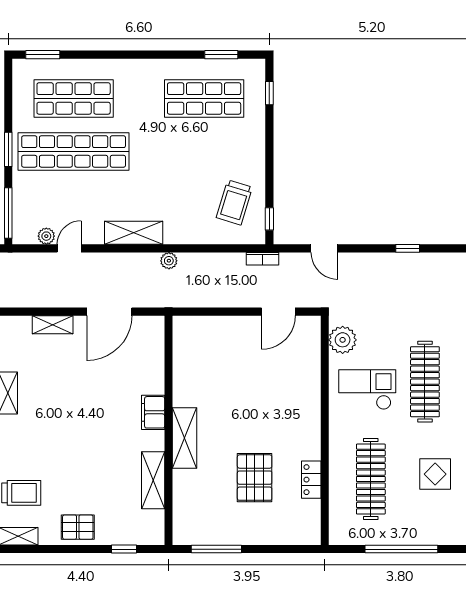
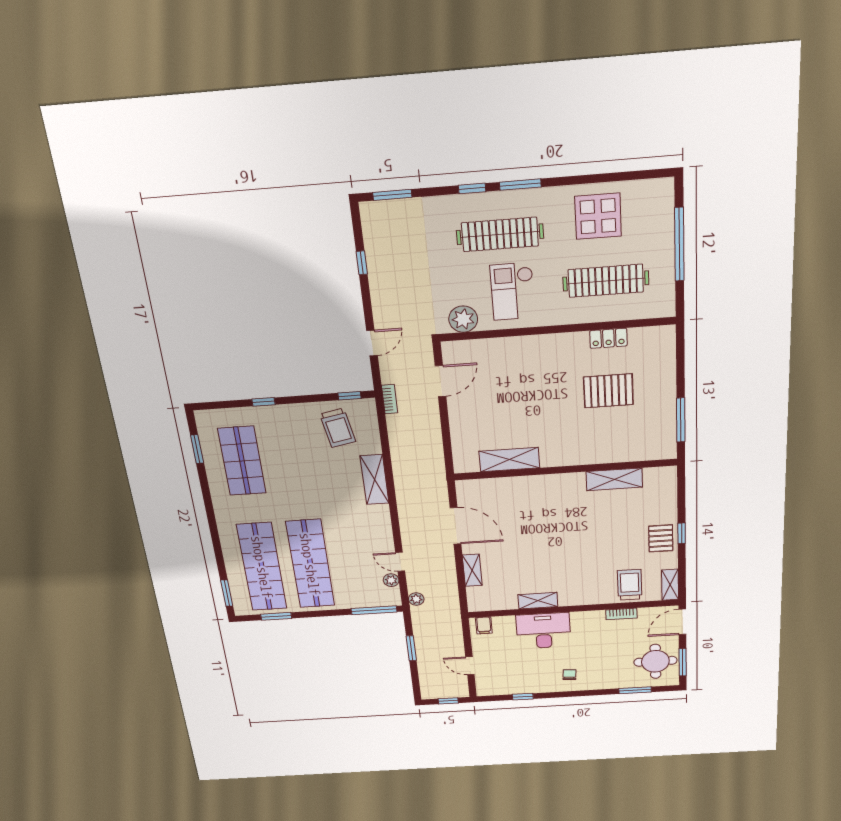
window: (269, 93) -> (264, 402), moved
shop shelf: (74, 98) -> (262, 567), width x1.40
window: (8, 149) -> (276, 616), moved
trolley: (234, 202) -> (338, 428), turned 62
shelving: (134, 233) -> (375, 480), moved
plant: (169, 261) -> (416, 599), moved
door: (278, 312) -> (441, 381), hinge flipped
filing cabinet: (153, 412) -> (548, 484), removed
shelving: (185, 438) -> (509, 459), moved
display table: (435, 474) -> (598, 216), width x1.36, depth x1.36
window: (124, 549) -> (682, 533), moved

